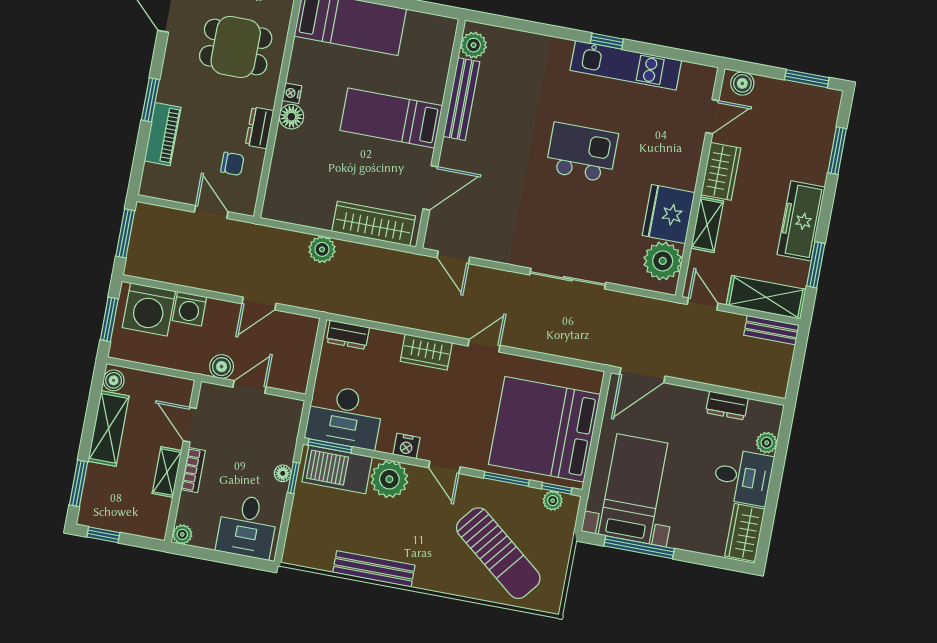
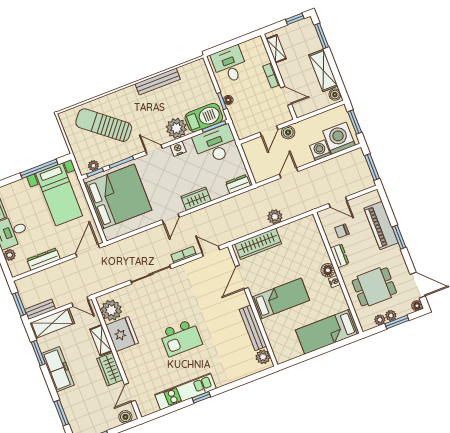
piano: (163, 134) -> (381, 225), width x1.37, depth x1.33
bookcase: (499, 278) -> (184, 255), added
window: (798, 358) -> (19, 304), added
dresser: (727, 406) -> (44, 259), width x1.44
shelving: (167, 472) -> (276, 49), moved
plant: (182, 534) -> (258, 42), removed

